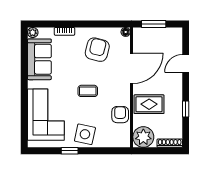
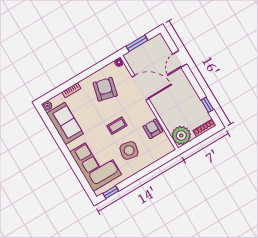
door: (132, 68) -> (140, 88), hinge flipped
rug: (149, 104) -> (170, 107), removed
window: (186, 109) -> (207, 105), moved
side table: (85, 134) -> (129, 150), moved
window: (70, 151) -> (111, 192), moved

